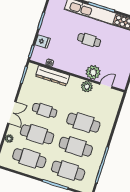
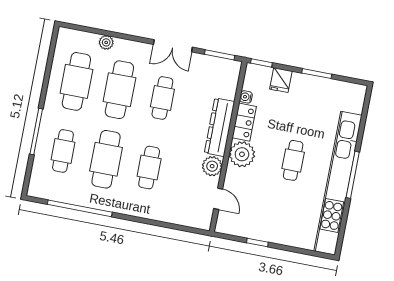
locker: (64, 65) -> (244, 122), added
plant: (93, 72) -> (242, 154), moved
dresser: (53, 76) -> (220, 127), moved
double door: (12, 113) -> (173, 46), moved
cafe table: (83, 123) -> (149, 168), width x0.73, depth x0.74
cafe table: (68, 171) -> (63, 151), width x0.73, depth x0.74

